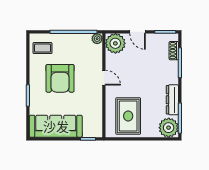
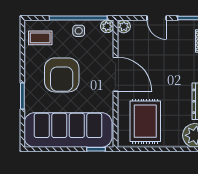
side table: (74, 42) -> (79, 31), added
plant: (115, 43) -> (124, 26), width x0.53, depth x0.53
door: (104, 78) -> (115, 74), width x1.87
sofa: (56, 126) -> (68, 130), width x1.36, depth x1.27

